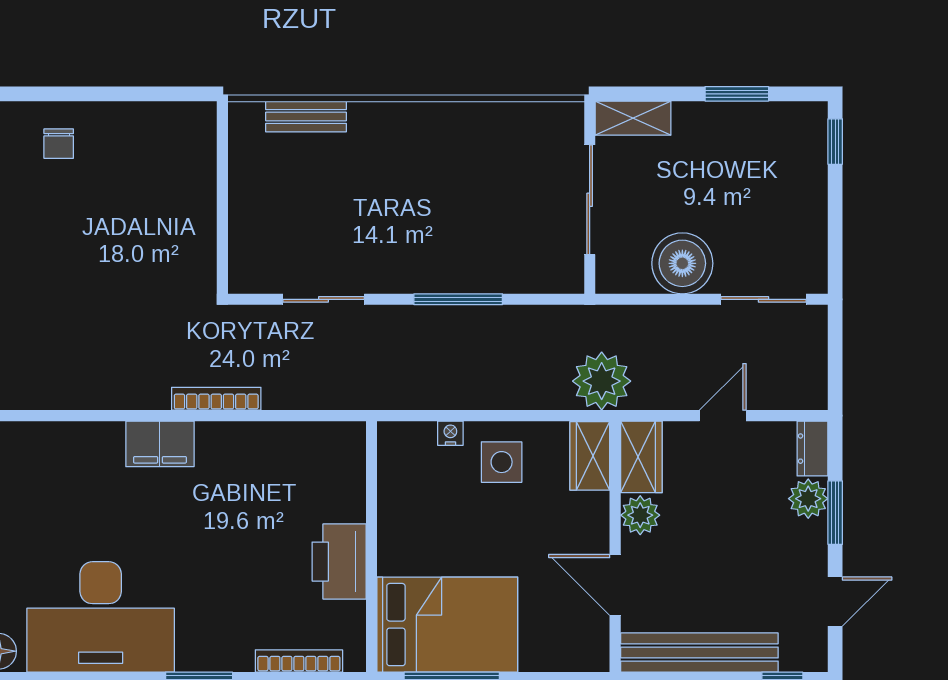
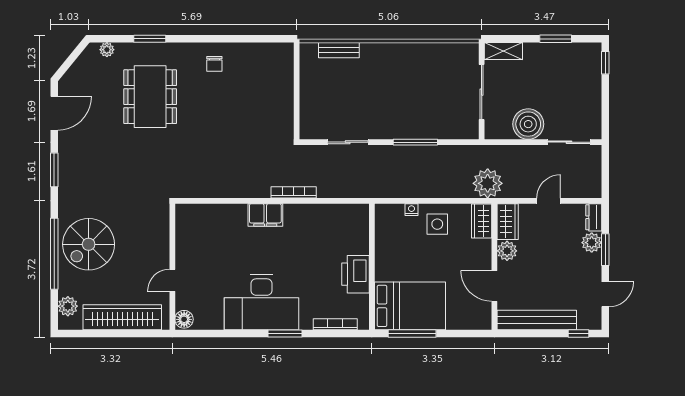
desk: (101, 617) -> (262, 302), moved

